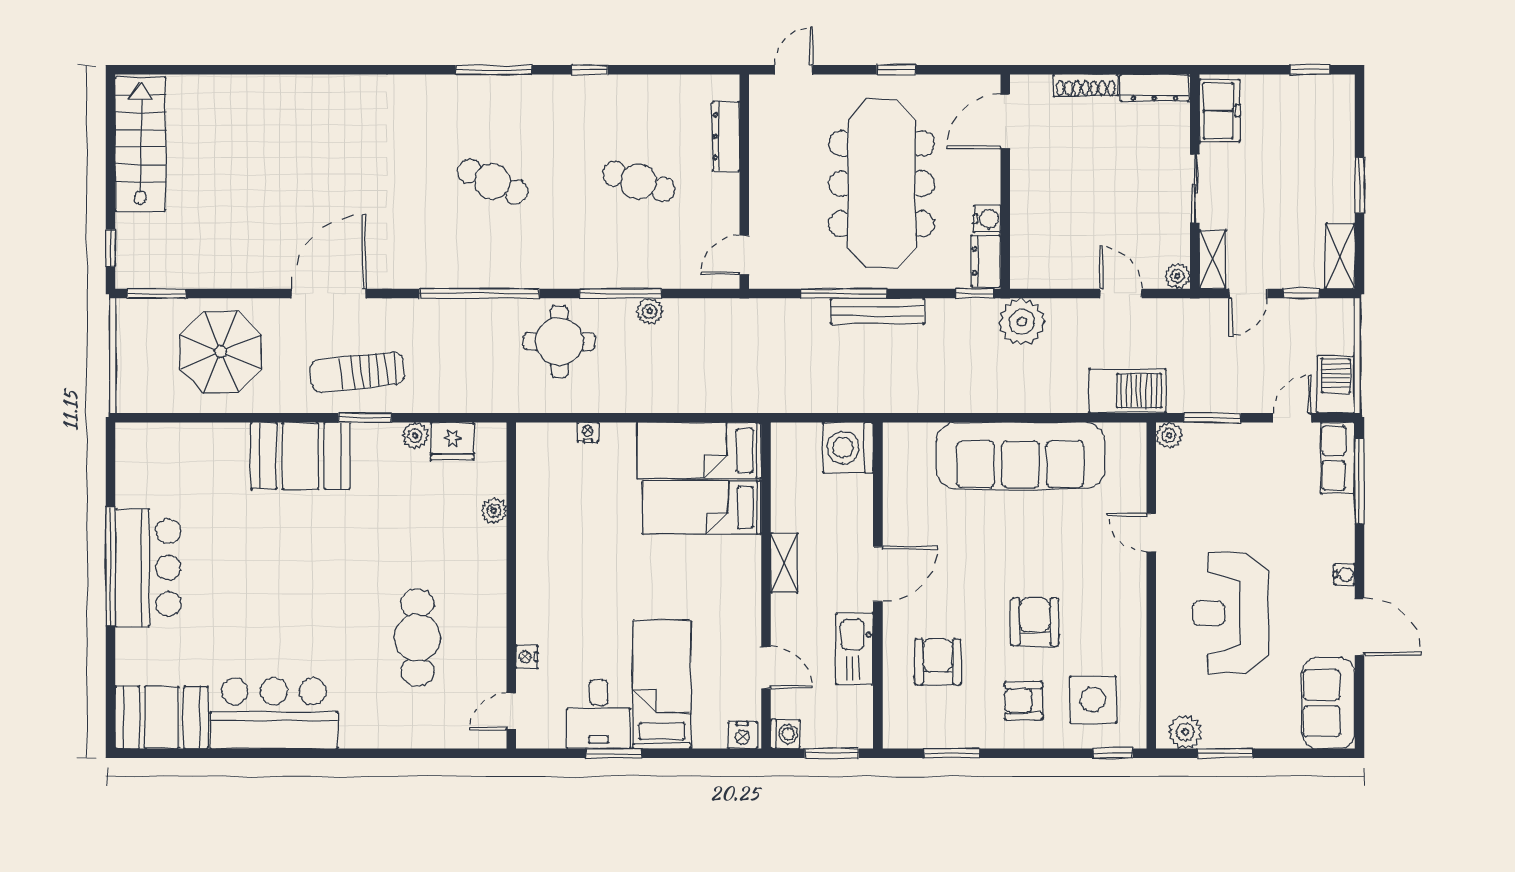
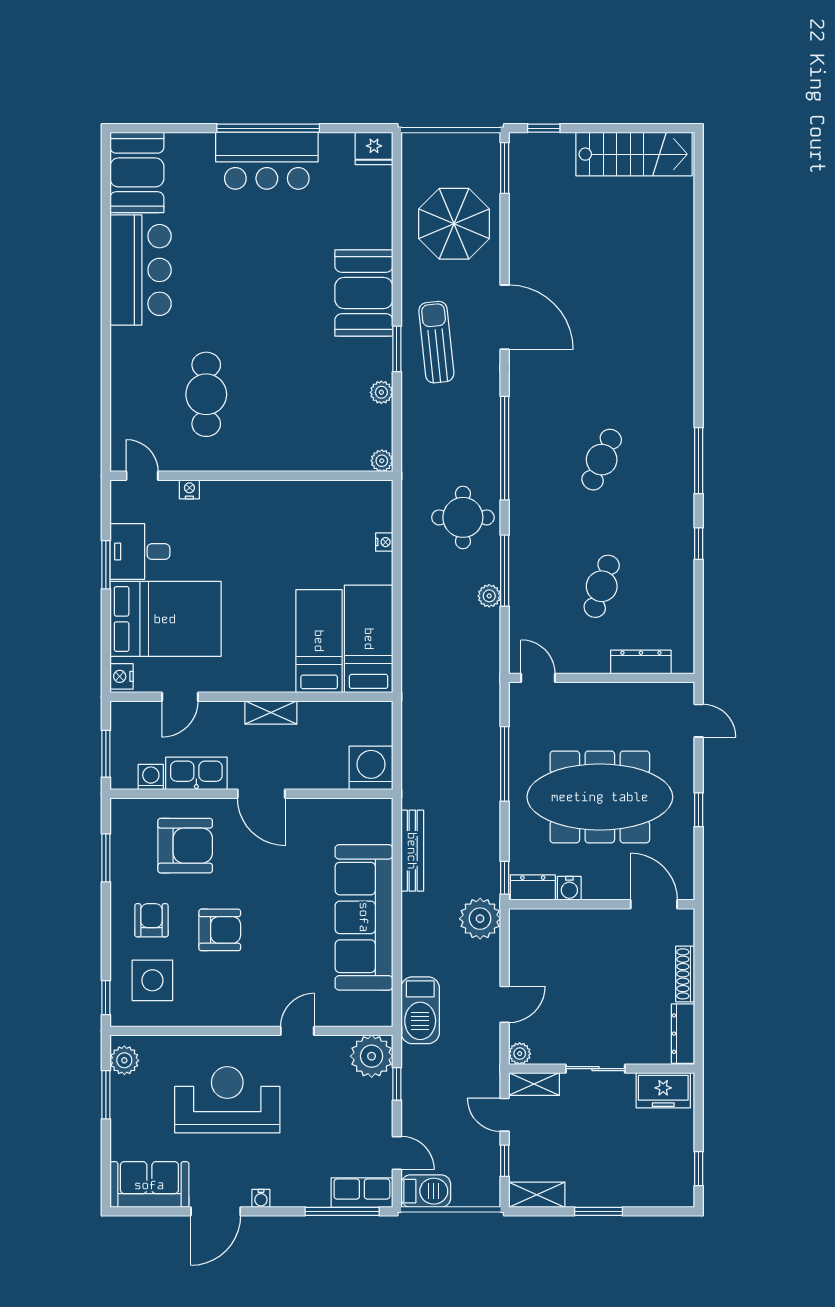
bench: (877, 311) -> (412, 851), moved
window: (1212, 418) -> (397, 1084), width x0.67
plant: (1169, 435) -> (372, 1056), width x1.87, depth x1.87
fridge: (452, 441) -> (374, 148), moved, turned -90
plant: (494, 511) -> (382, 461), moved
cafe table: (417, 638) -> (206, 394), turned 90
armchair: (938, 662) -> (185, 846), width x1.36, depth x1.36
bed: (662, 685) -> (165, 619), width x1.50
washing machine: (785, 734) -> (151, 777), moved, turned 180

